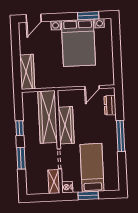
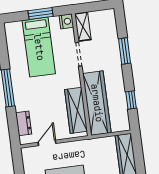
wardrobe: (66, 125) -> (76, 110), moved
window: (20, 128) -> (131, 100), moved

